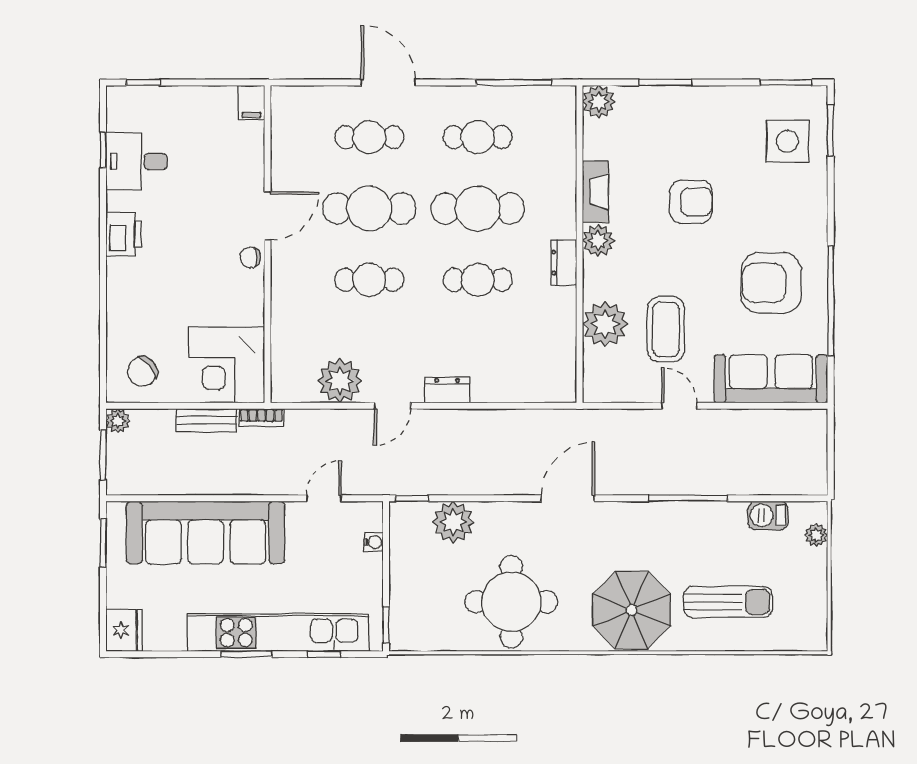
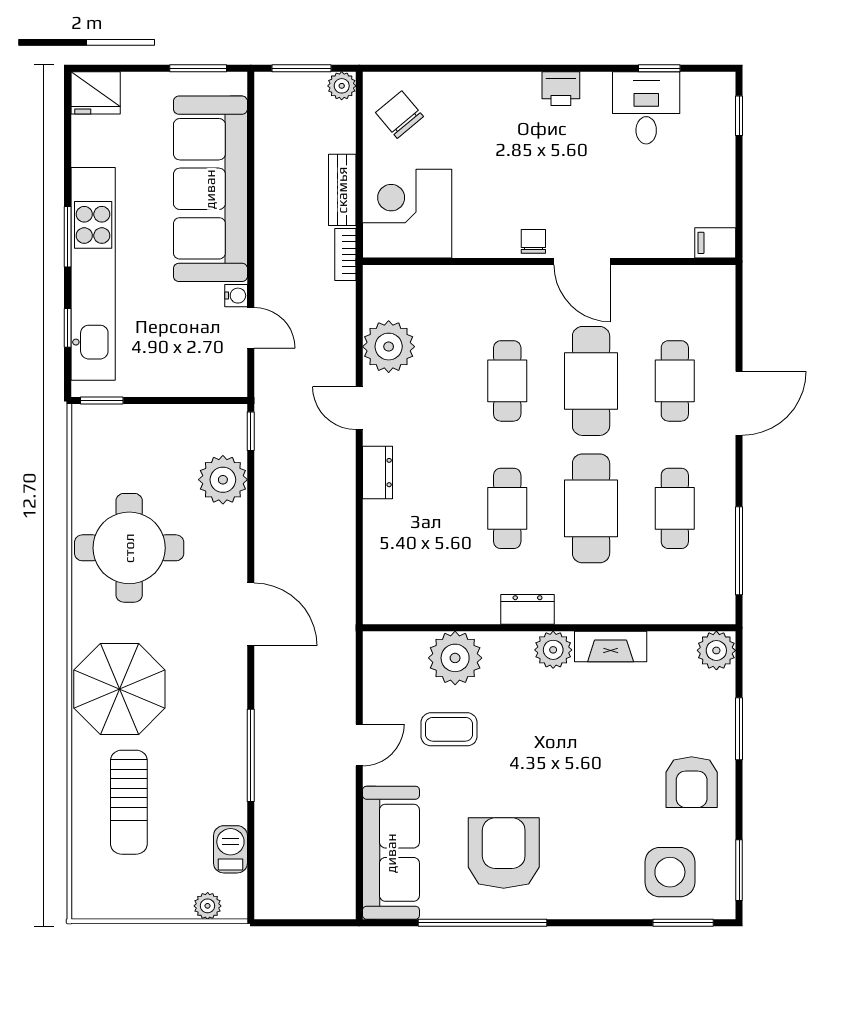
armchair: (691, 202) -> (692, 782), moved
printer: (124, 234) -> (561, 89), width x0.73, depth x0.81
coffee table: (666, 329) -> (449, 729), width x0.73, depth x0.77
water cooler: (373, 542) -> (236, 296), moved, turned -90

